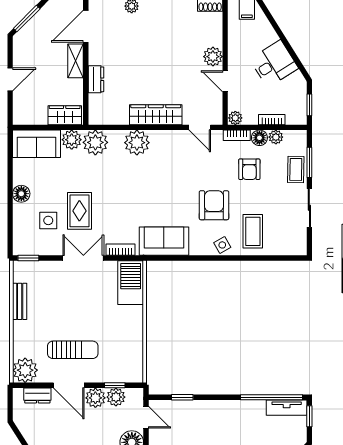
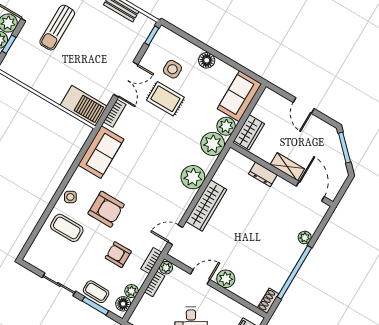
bookcase: (272, 120) -> (155, 284), moved
floor lamp: (259, 138) -> (123, 304), moved

